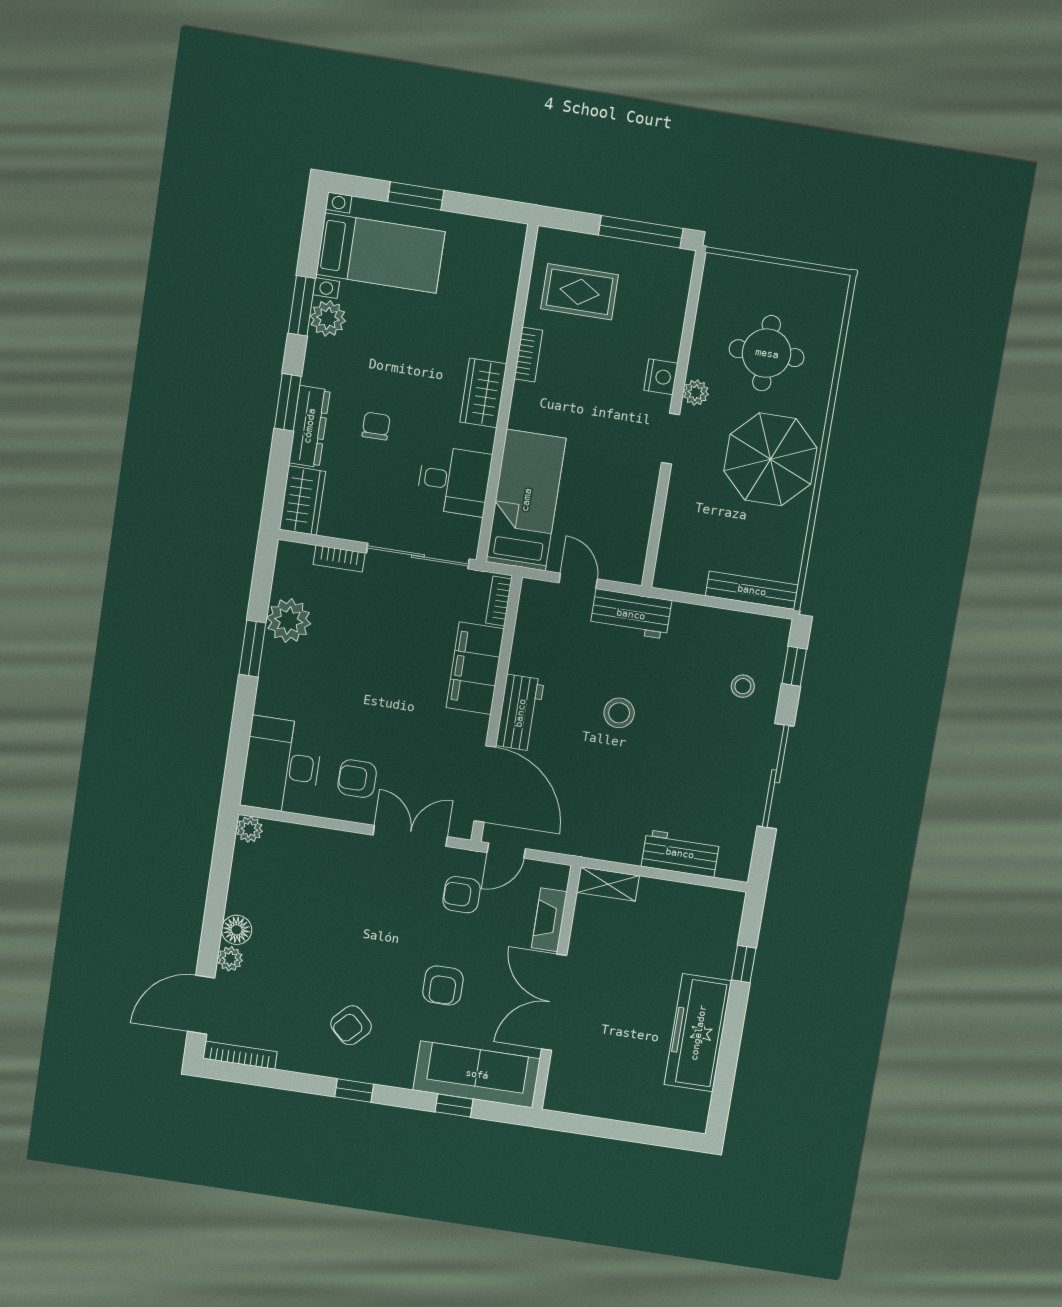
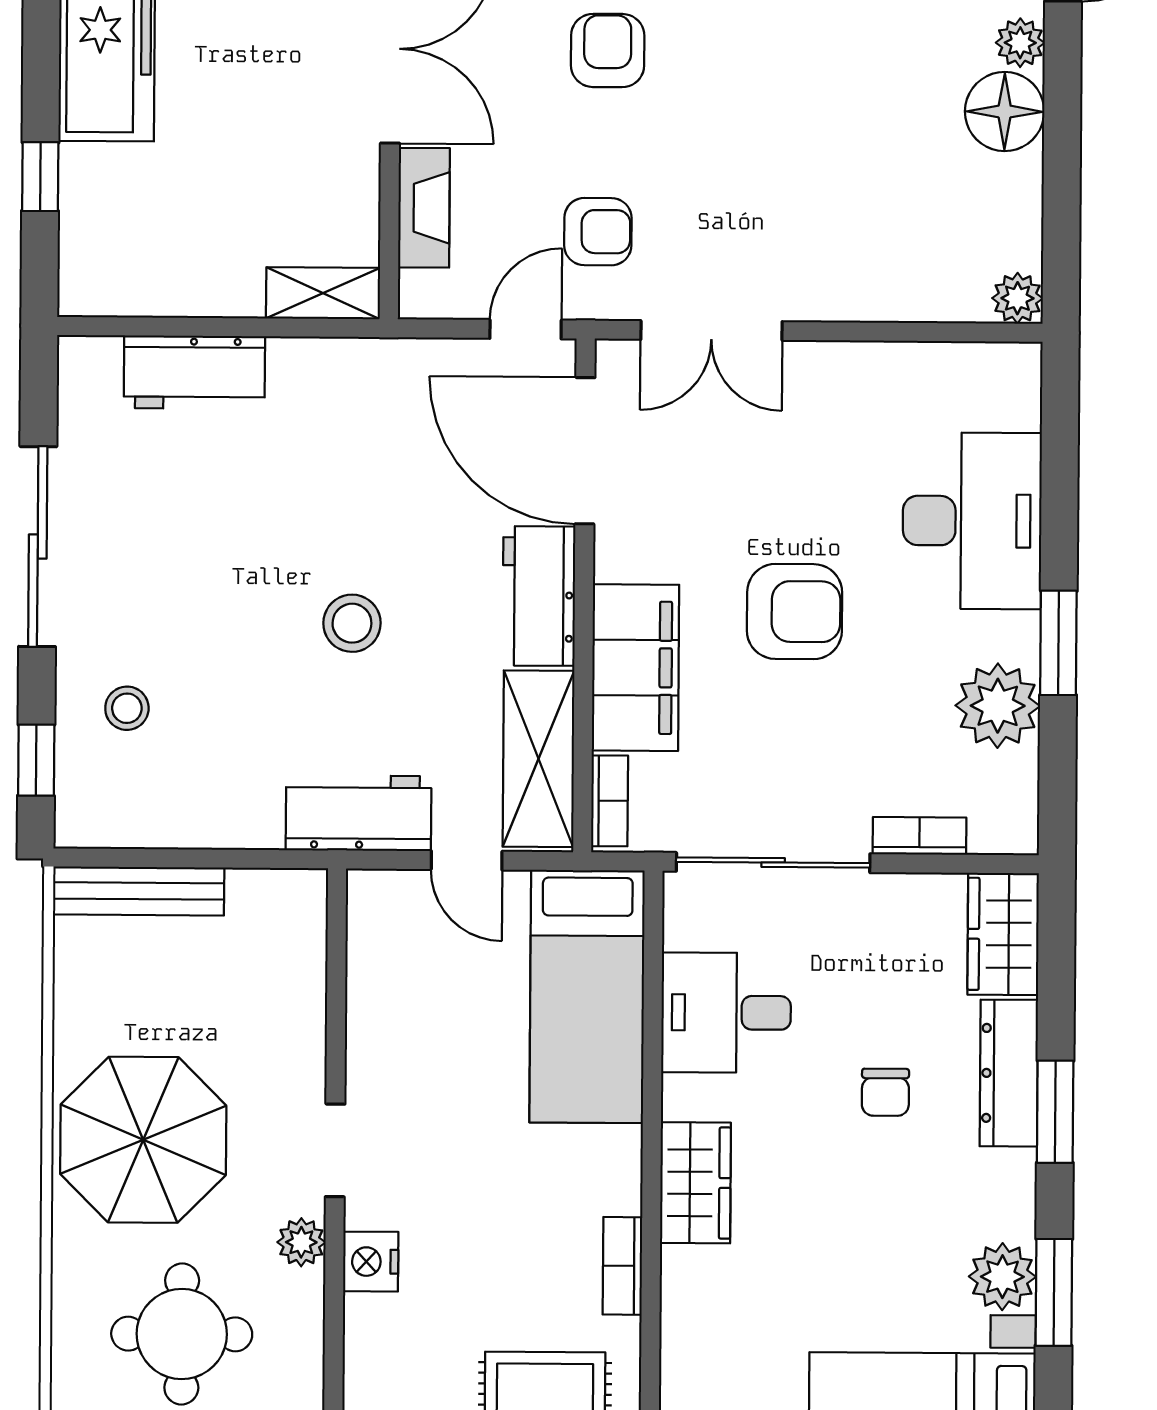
shelving: (533, 628) -> (539, 759), added
desk: (282, 765) -> (972, 521), moved
armchair: (357, 779) -> (795, 612), moved, width x1.38, depth x1.38
floor lamp: (237, 930) -> (1005, 112), width x1.38, depth x1.38

